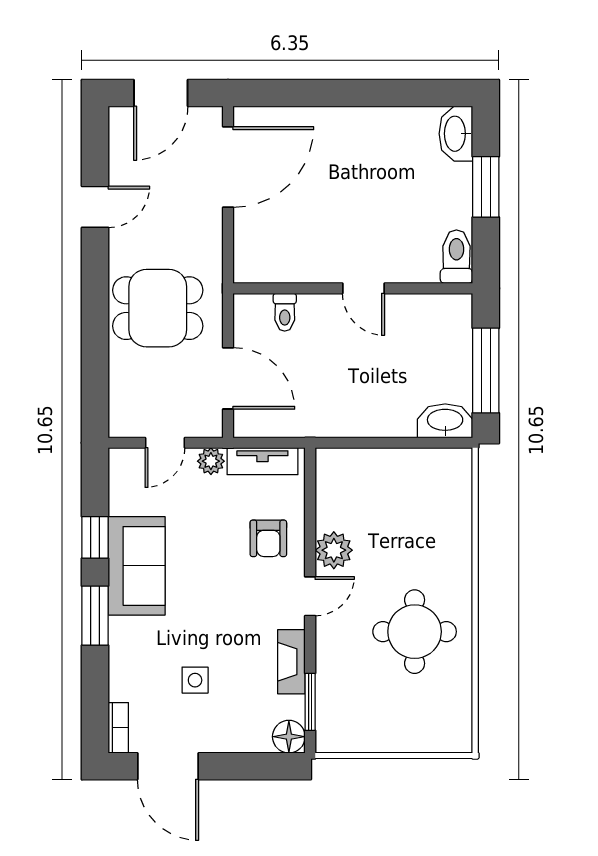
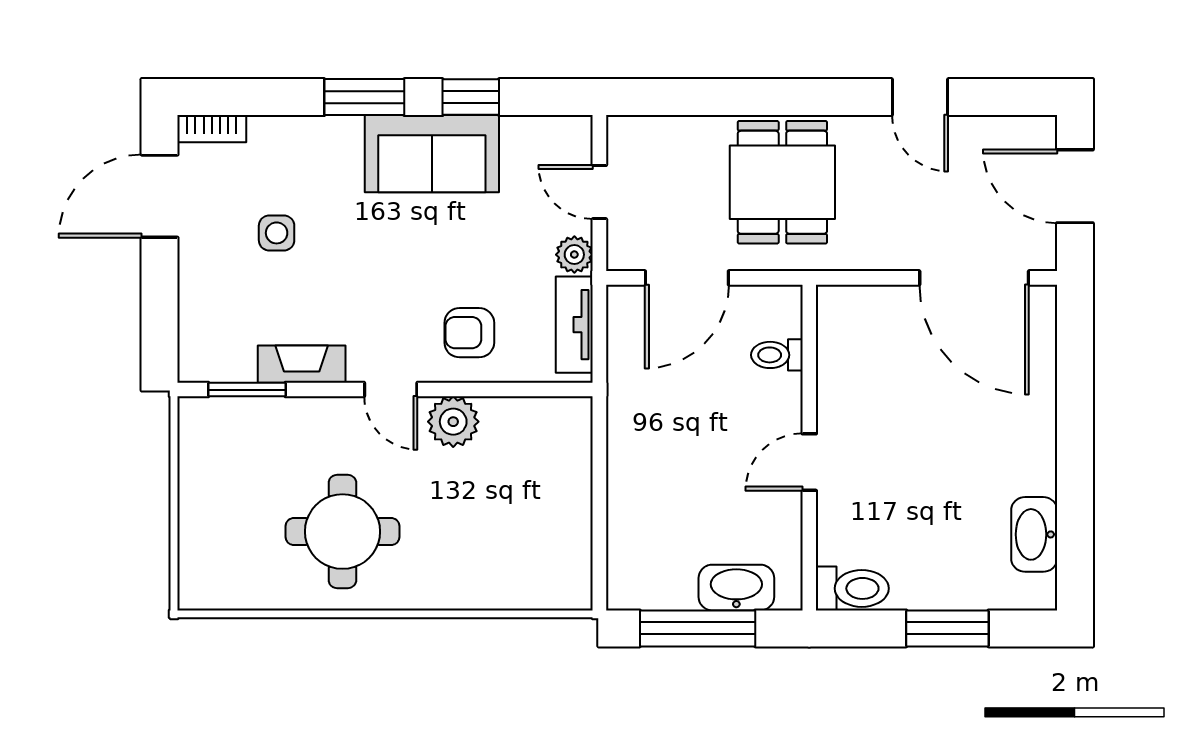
washbasin: (456, 134) -> (1034, 534), moved, turned -90
washbasin: (445, 421) -> (736, 588), moved, turned -90
floor lamp: (289, 737) -> (200, 361), removed

